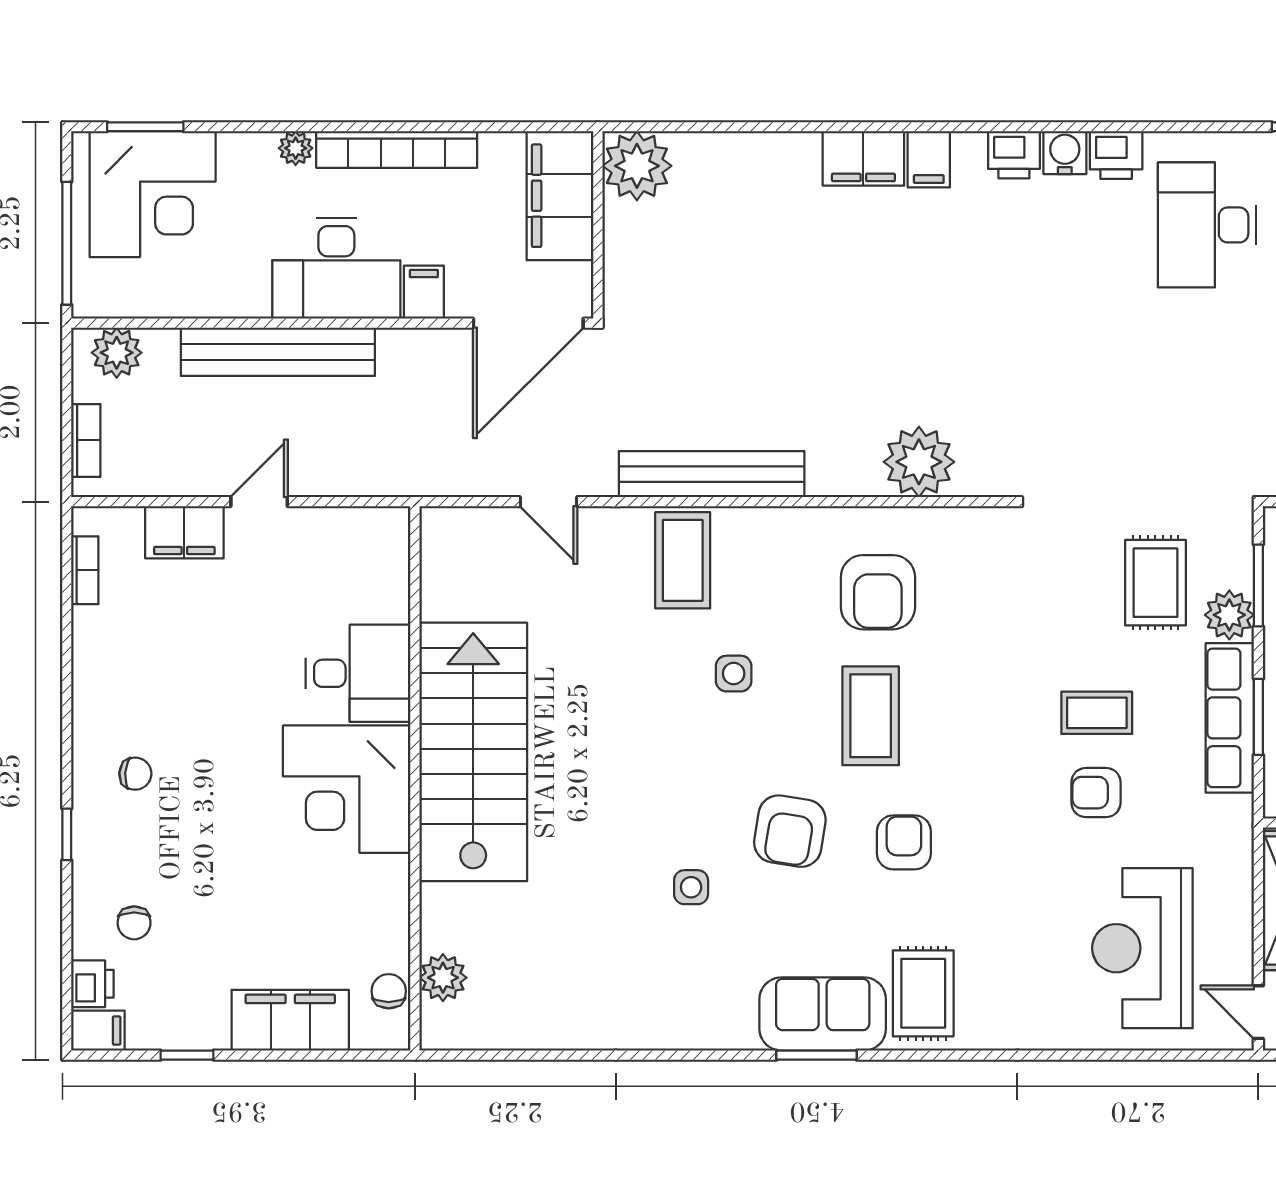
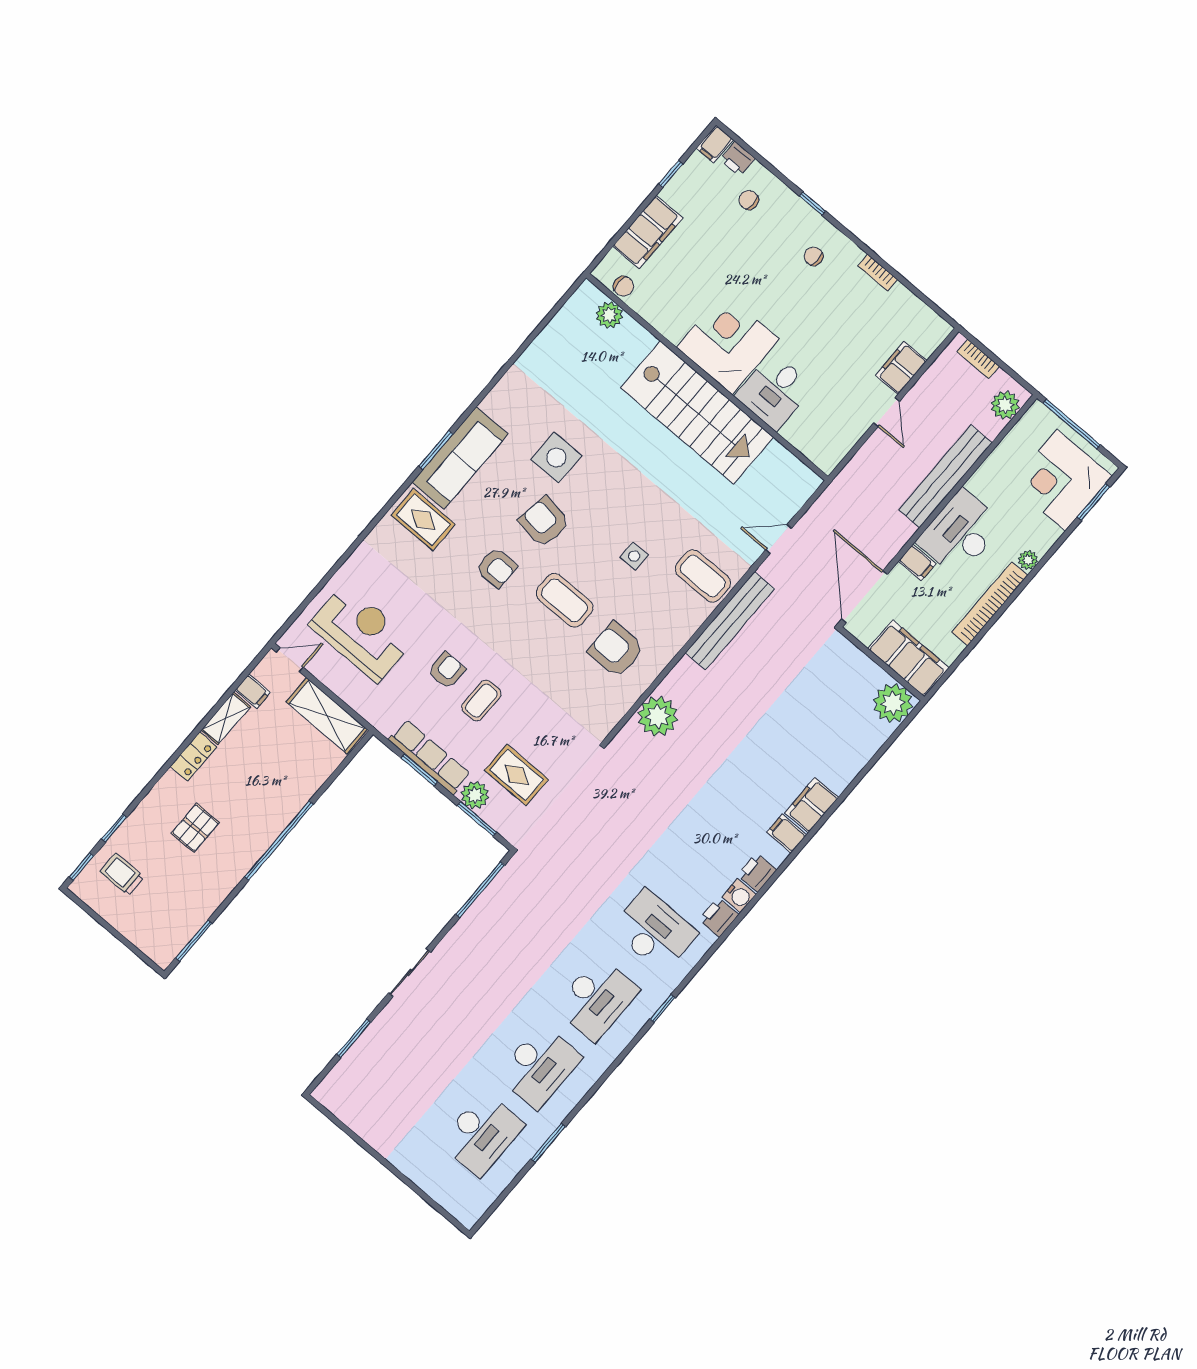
bookcase: (85, 570) -> (878, 273), moved
chair: (135, 774) -> (814, 256), turned 86
side table: (691, 887) -> (556, 458), width x1.87, depth x1.87
sofa: (823, 1014) -> (460, 458), width x1.36

